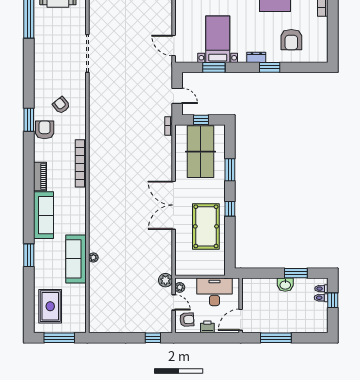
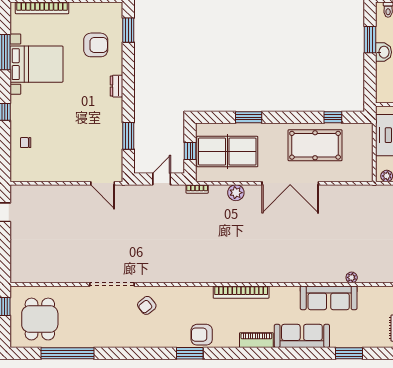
bed with nightstands: (218, 39) -> (95, 131), removed
door: (174, 46) -> (103, 183), hinge flipped
window: (270, 67) -> (128, 30), moved
armchair: (61, 105) -> (147, 305), moved
window: (230, 209) -> (333, 117), moved
sofa: (76, 259) -> (329, 298), moved
plant: (166, 280) -> (236, 193), moved

